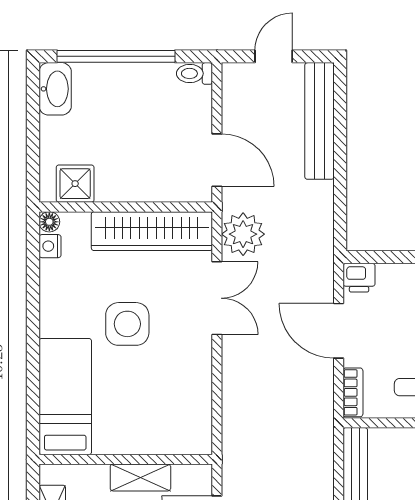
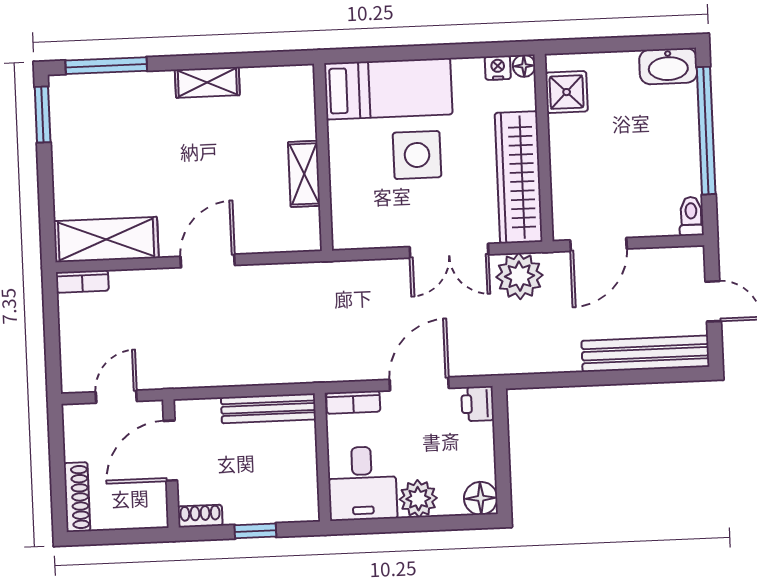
bed: (65, 397) -> (388, 89), moved
wall: (126, 459) -> (323, 157), moved
shelving: (140, 477) -> (304, 174), moved

